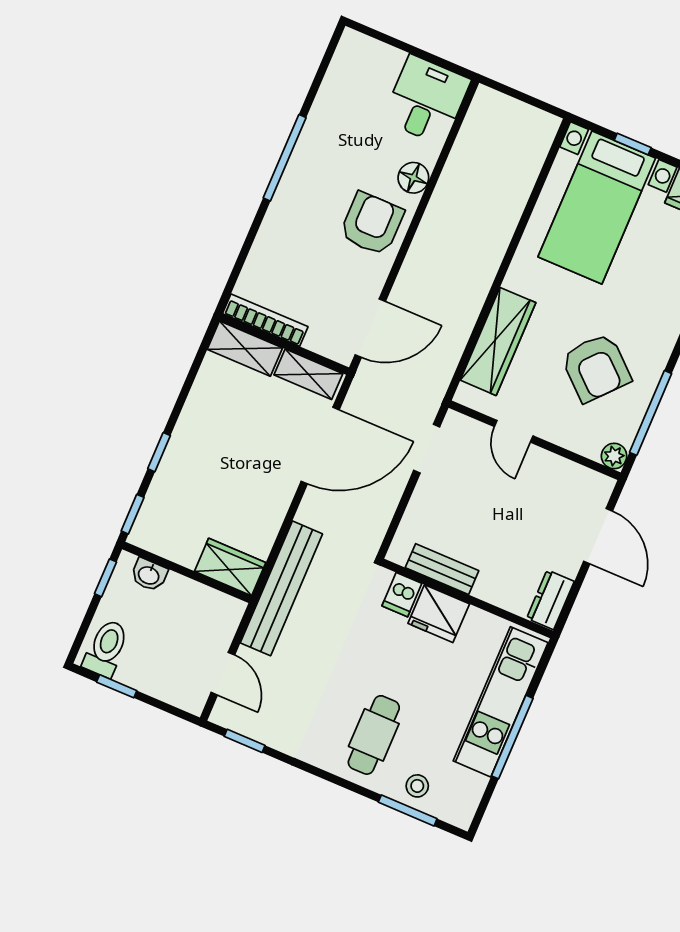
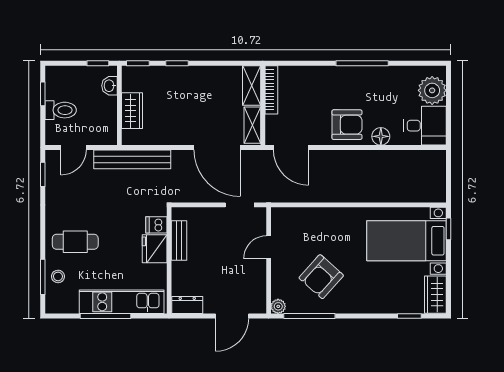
plant: (375, 65) -> (432, 90), added
window: (633, 144) -> (449, 229), moved
wardrobe: (498, 341) -> (313, 219), removed
wardrobe: (230, 567) -> (132, 111), moved
toilet: (106, 648) -> (61, 110), moved

